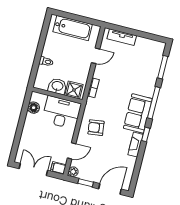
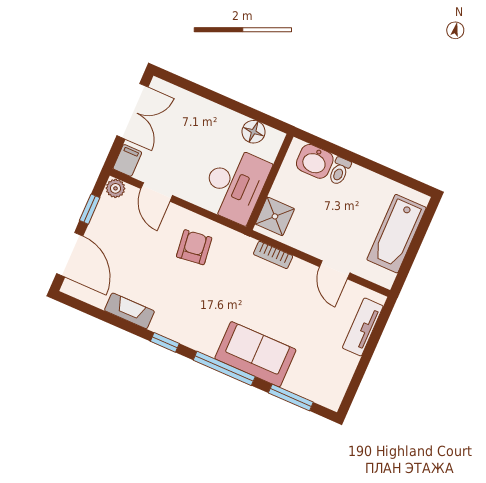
washbasin: (57, 86) -> (315, 161), moved, turned 90
sofa: (138, 113) -> (255, 354), moved
fireplace: (136, 145) -> (129, 311), moved

